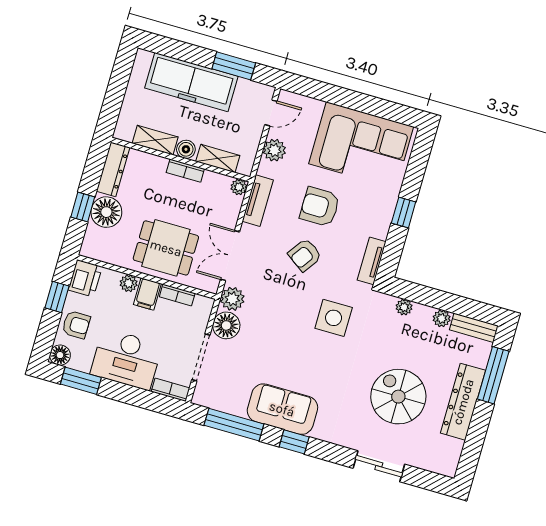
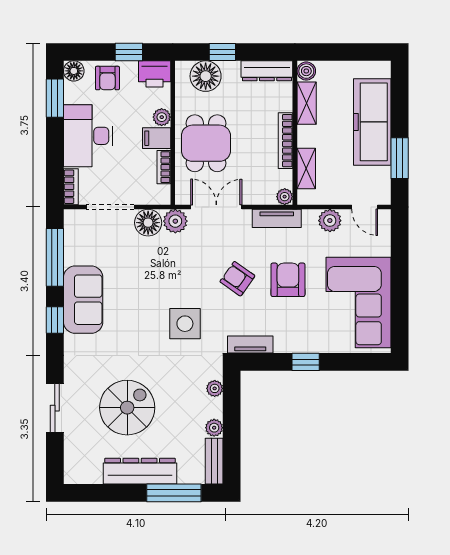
boiler: (186, 149) -> (306, 71), moved
bookcase: (185, 171) -> (286, 141), width x1.56
floor lamp: (106, 212) -> (206, 76), moved

